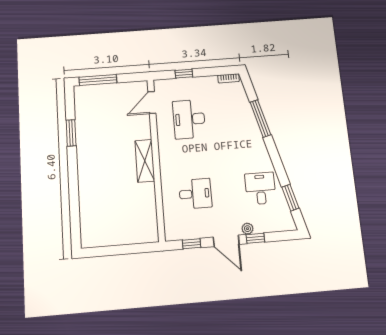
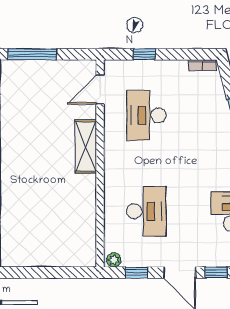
shelving: (145, 161) -> (86, 146), moved
desk: (195, 194) -> (146, 211), width x1.37
plant: (247, 229) -> (114, 260), moved

